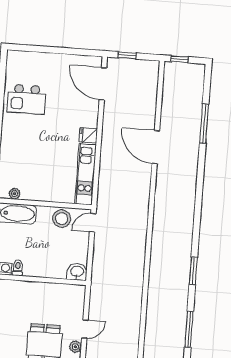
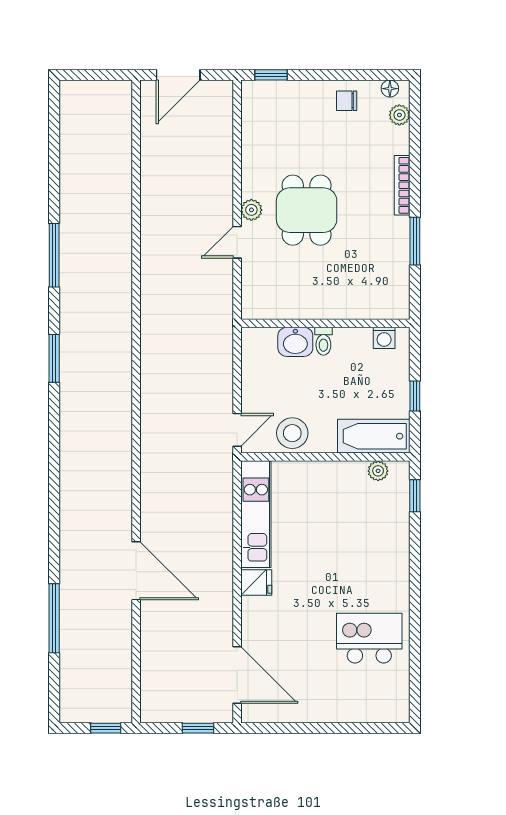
toilet: (18, 268) -> (323, 341), moved
washbasin: (77, 272) -> (295, 342), moved

